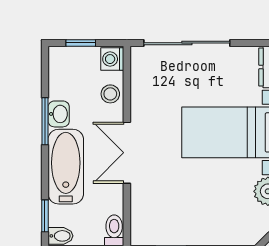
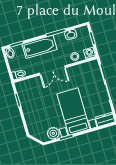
washbasin: (59, 114) -> (71, 35), moved
double door: (127, 153) -> (52, 70), swing flipped

